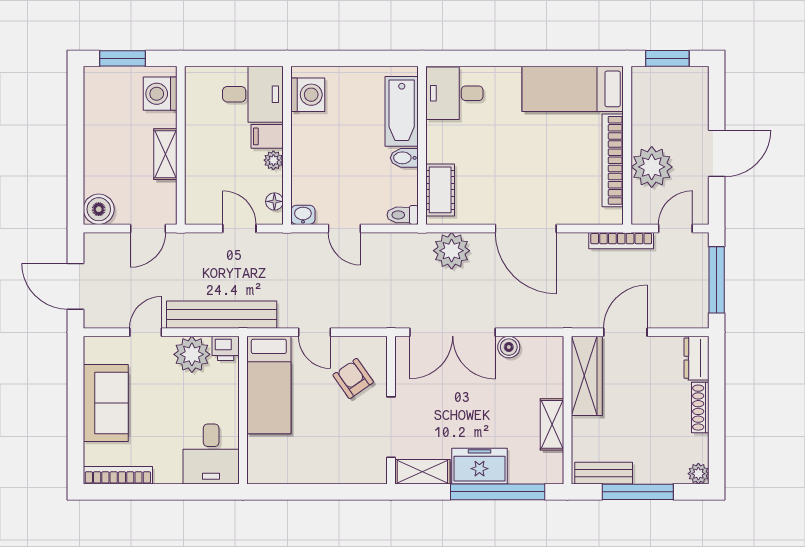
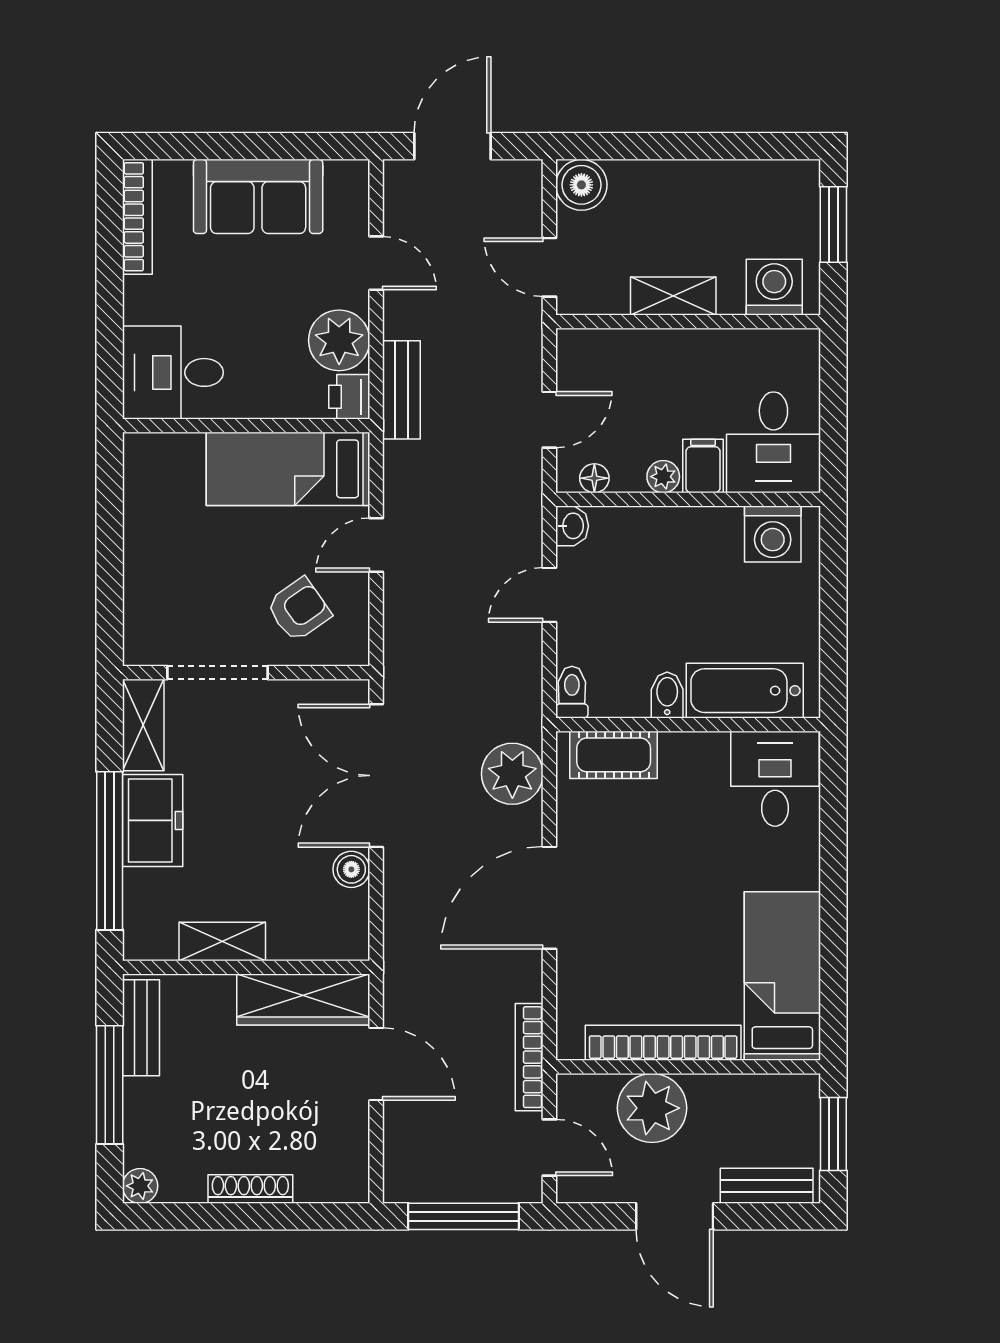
bench: (698, 98) -> (767, 1186), added
bench: (222, 315) -> (401, 390), width x0.54, depth x0.82
dresser: (697, 358) -> (333, 1183), removed

